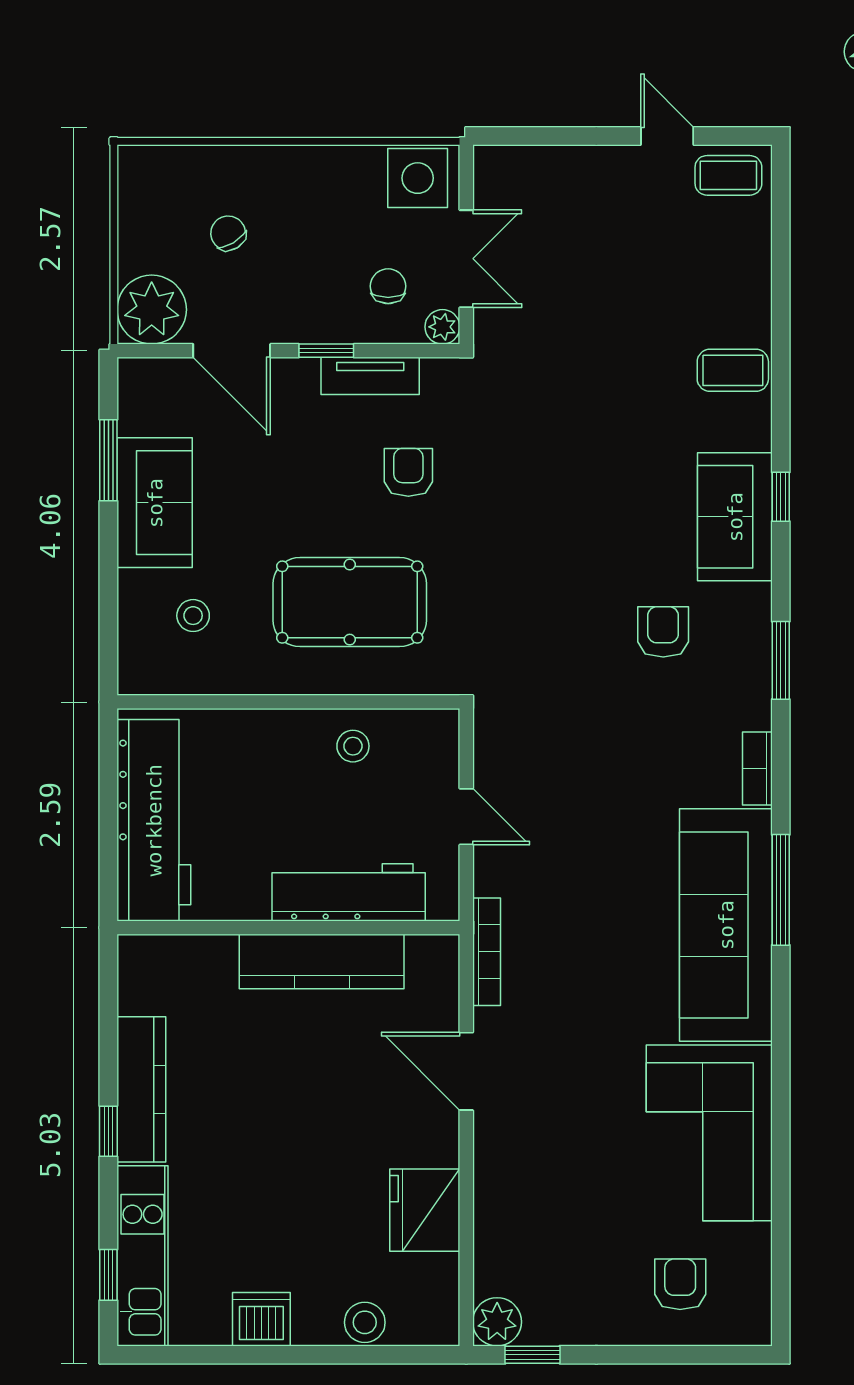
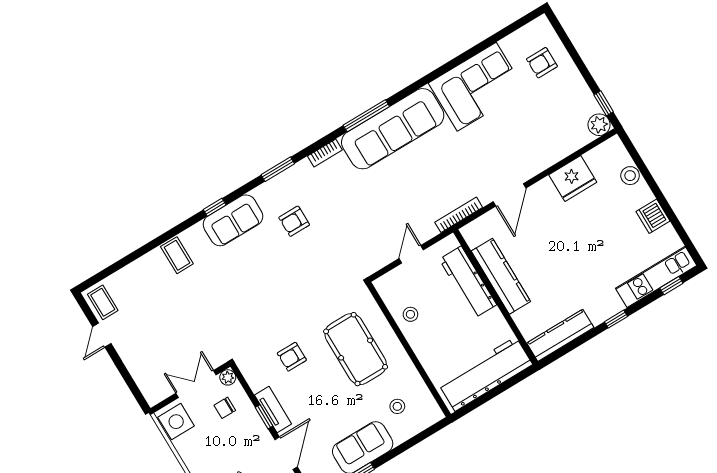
tv unit: (370, 376) -> (273, 409), moved
kitchen counter: (141, 1089) -> (560, 335), moved

